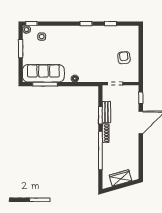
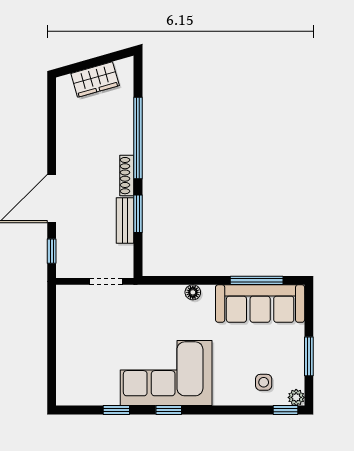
corner sofa: (87, 41) -> (166, 373), added
armchair: (124, 58) -> (88, 337), removed

